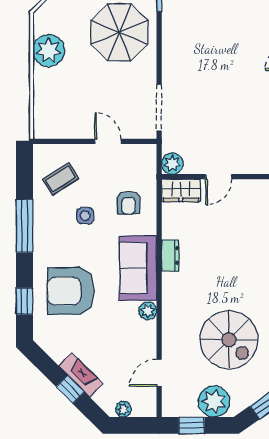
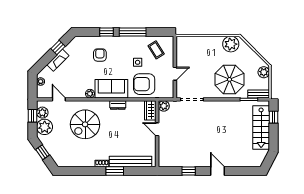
plant: (49, 51) -> (231, 44), moved
armchair: (129, 203) -> (144, 84), width x1.88, depth x1.88
armchair: (71, 291) -> (100, 55), width x0.53, depth x0.53
window: (25, 301) -> (106, 32), moved
spiral stairs: (229, 340) -> (85, 124), moved
window: (70, 389) -> (58, 47), moved
plant: (185, 406) -> (42, 113), added

